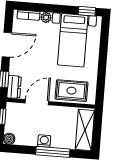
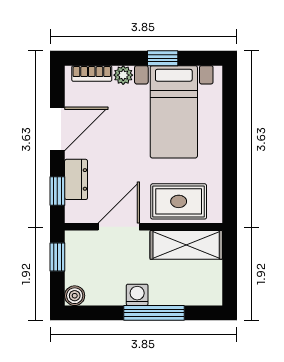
window: (87, 11) -> (163, 58), moved
dresser: (14, 87) -> (76, 179), moved
shelving: (85, 130) -> (186, 245), moved, turned 90

